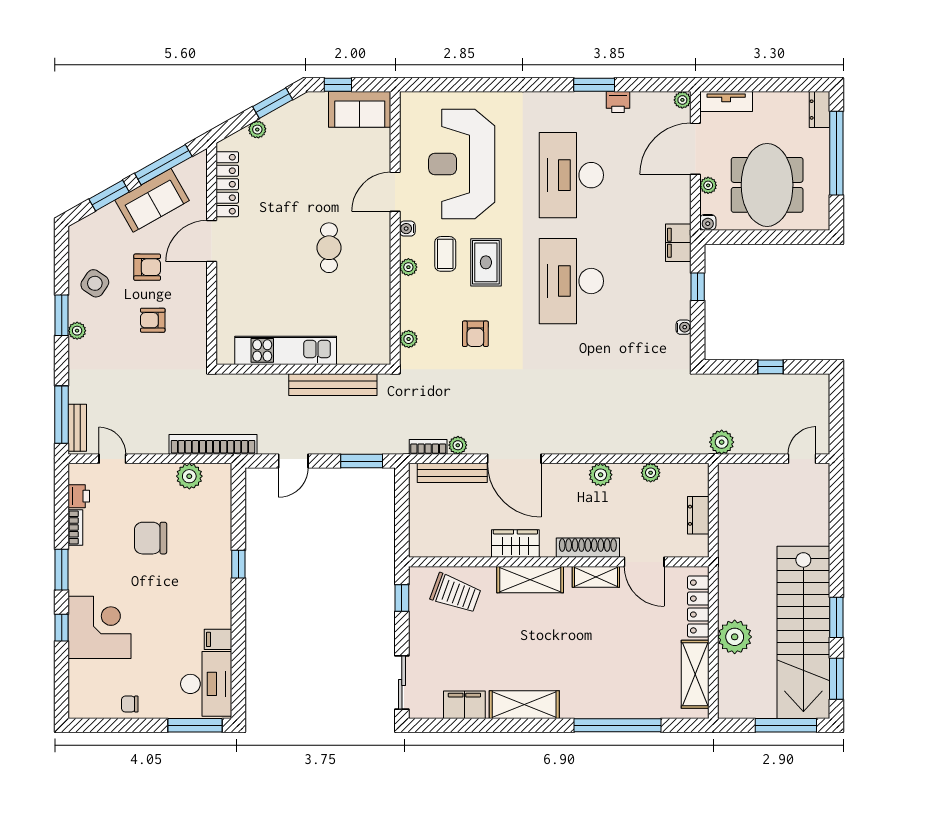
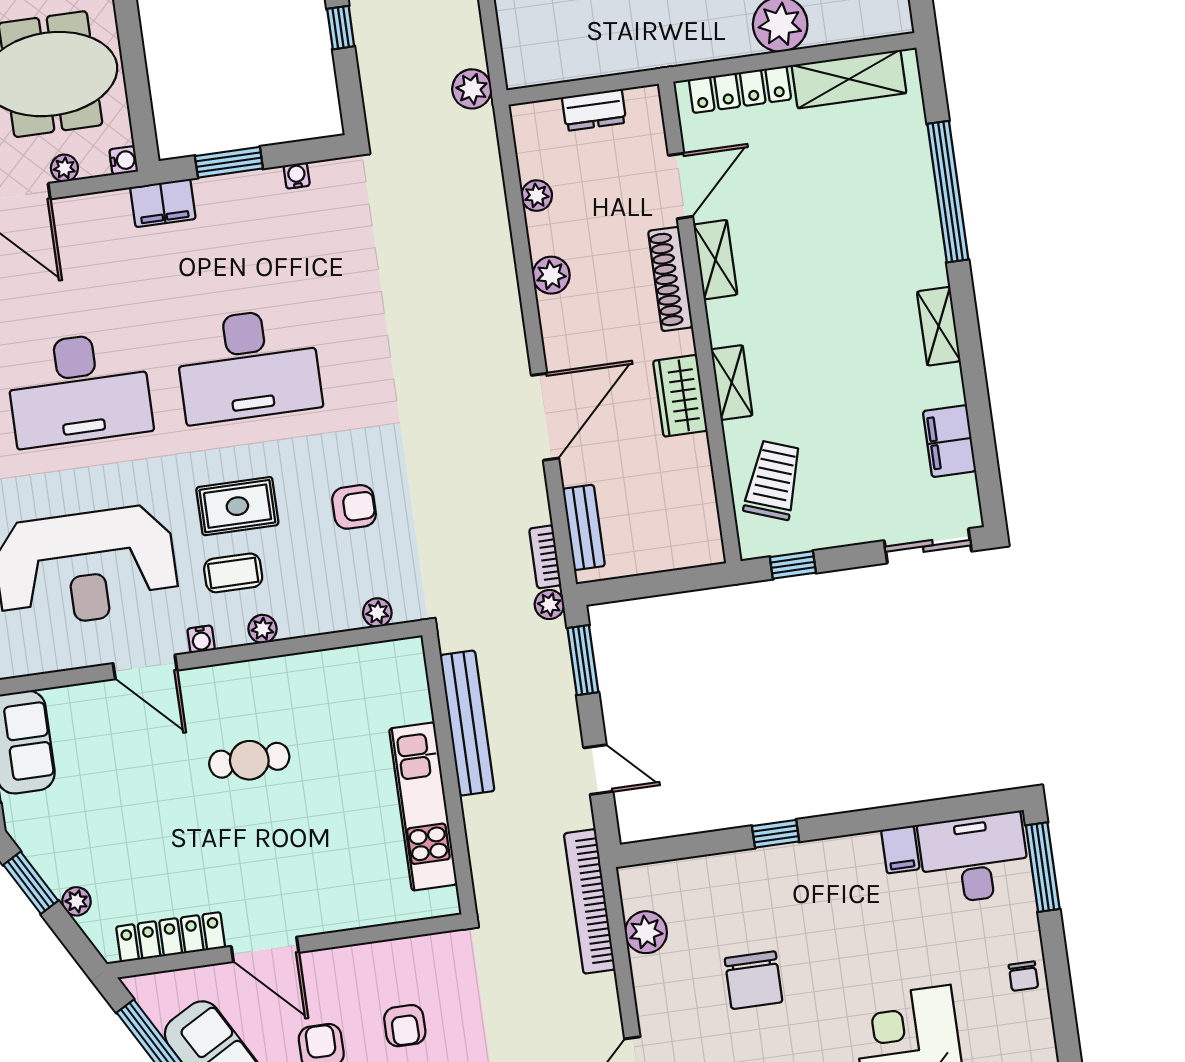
window: (698, 287) -> (229, 162), width x1.50
plant: (458, 445) -> (549, 604), moved
bench: (452, 473) -> (584, 527), width x0.73
shelving: (530, 580) -> (732, 383), width x0.67, depth x0.75
shelving: (524, 705) -> (939, 326), width x0.67, depth x0.75

